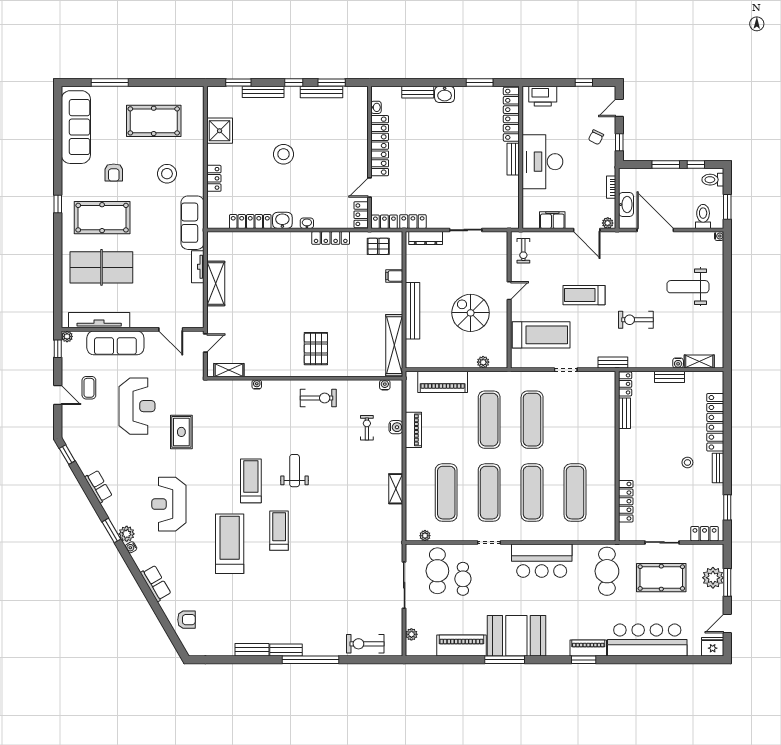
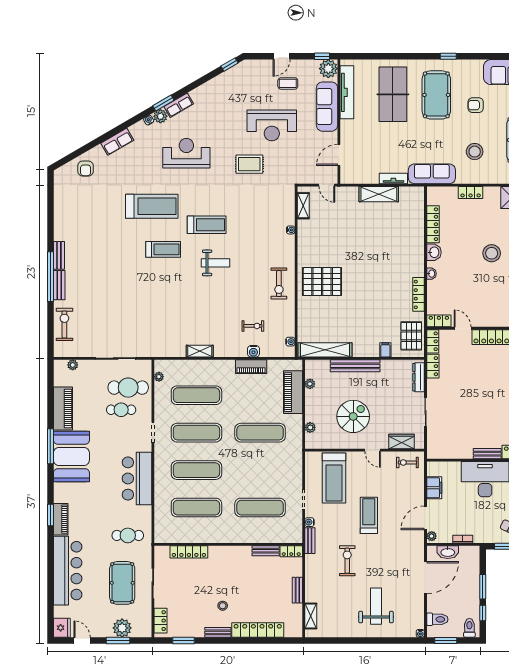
pallet: (378, 246) -> (411, 336), width x1.50, depth x1.42
wardrobe: (499, 257) -> (402, 441), added
plant: (67, 336) -> (328, 69), width x1.88, depth x1.88
pallet: (316, 349) -> (322, 282), width x1.37, depth x1.41
plant: (433, 362) -> (310, 384), added
water cooler: (678, 363) -> (309, 522), moved
exercise mat: (532, 420) -> (260, 508), moved
row of seats: (98, 486) -> (179, 105), moved
cafe table: (607, 571) -> (128, 535), width x0.73, depth x0.74
bench: (252, 650) -> (59, 285), moved

